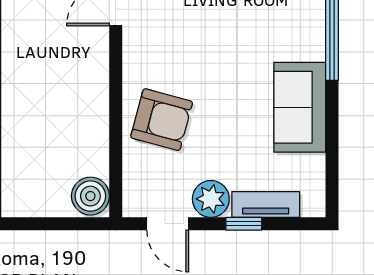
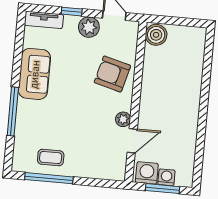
plant: (135, 41) -> (123, 119), added
tv unit: (266, 204) -> (44, 20), moved

